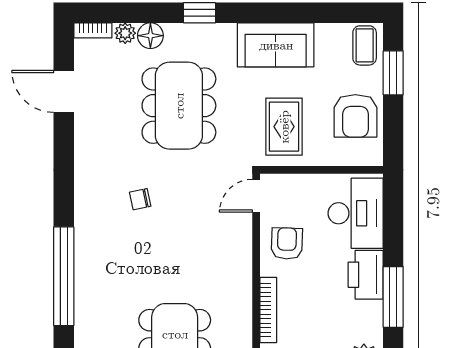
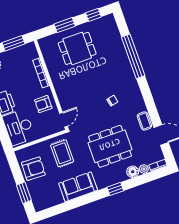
coffee table: (365, 45) -> (144, 121), moved
dining table: (179, 106) -> (110, 146), turned 90
armchair: (355, 116) -> (33, 169), turned 92
armchair: (287, 243) -> (43, 104), turned 88

